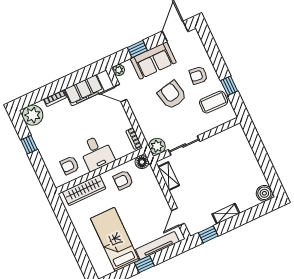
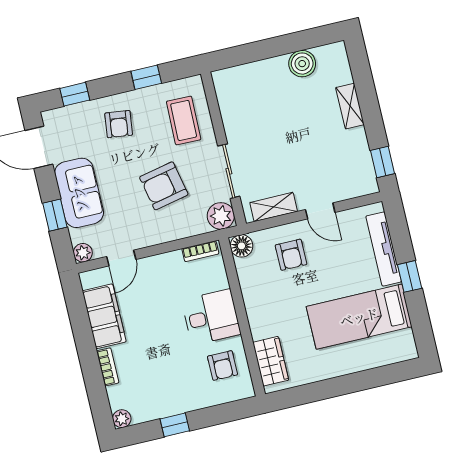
window: (211, 46) -> (75, 94), added
armchair: (172, 95) -> (164, 186), moved
coffee table: (214, 102) -> (184, 120), moved
plant: (33, 115) -> (122, 419), width x0.53, depth x0.53
armchair: (123, 180) -> (291, 255), moved
wardrobe: (84, 190) -> (271, 361), width x0.67
boiler: (264, 193) -> (302, 64), moved
shelving: (226, 214) -> (350, 106), moved
door: (178, 217) -> (320, 211), moved

